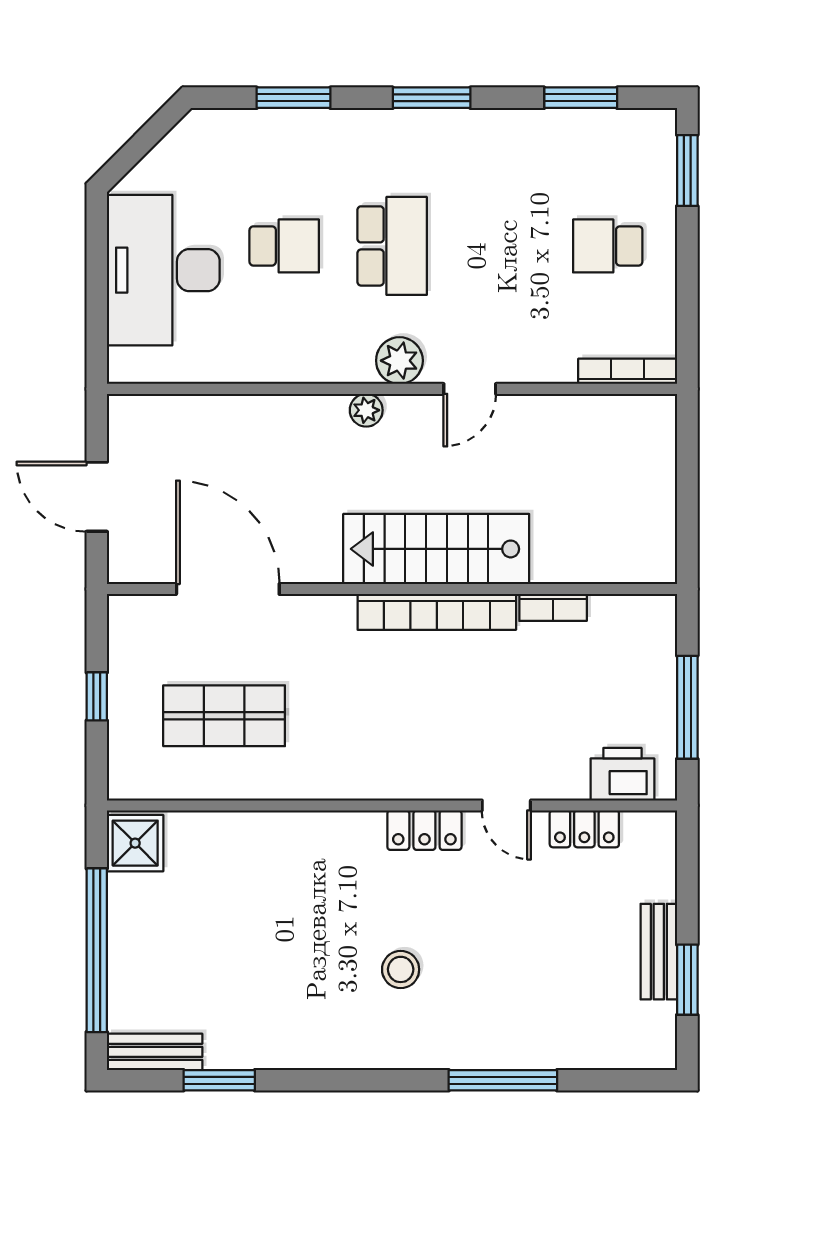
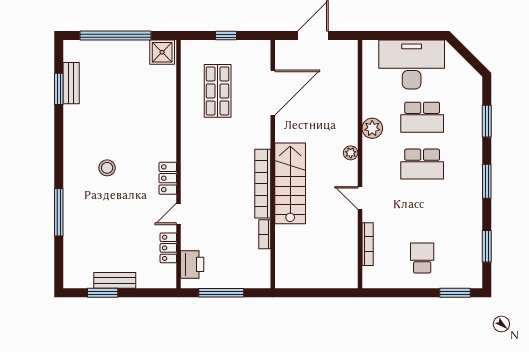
school desk: (284, 246) -> (422, 117), width x1.85
plant: (399, 361) -> (372, 128), moved
bookcase: (628, 371) -> (368, 244), moved
bench: (155, 1052) -> (71, 83), moved

